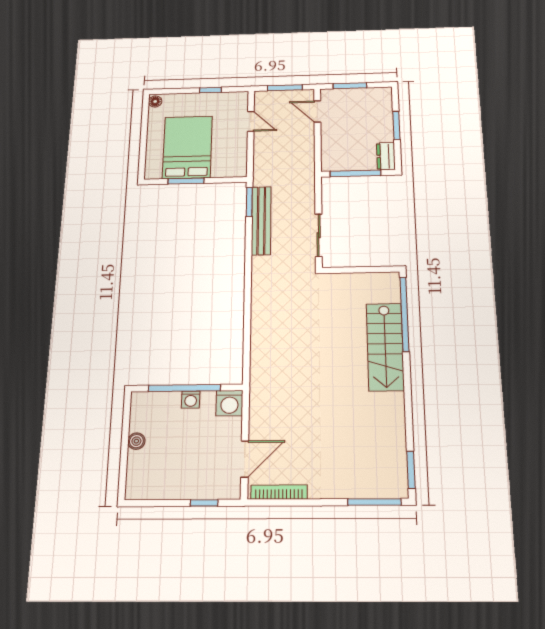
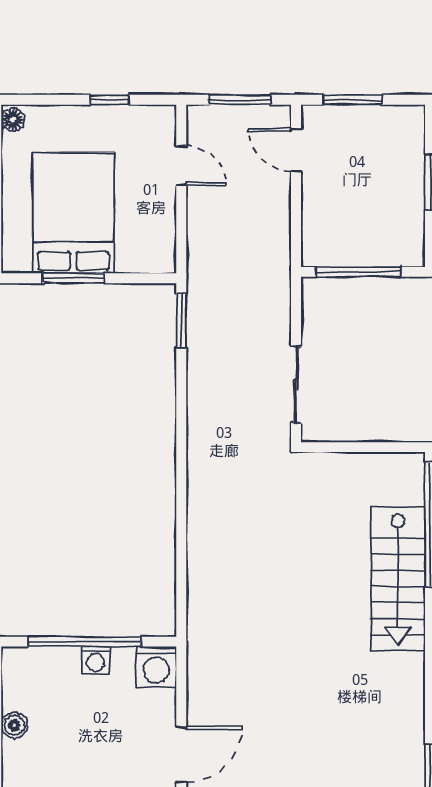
dresser: (386, 156) -> (410, 241), removed
bench: (261, 221) -> (202, 355), removed

